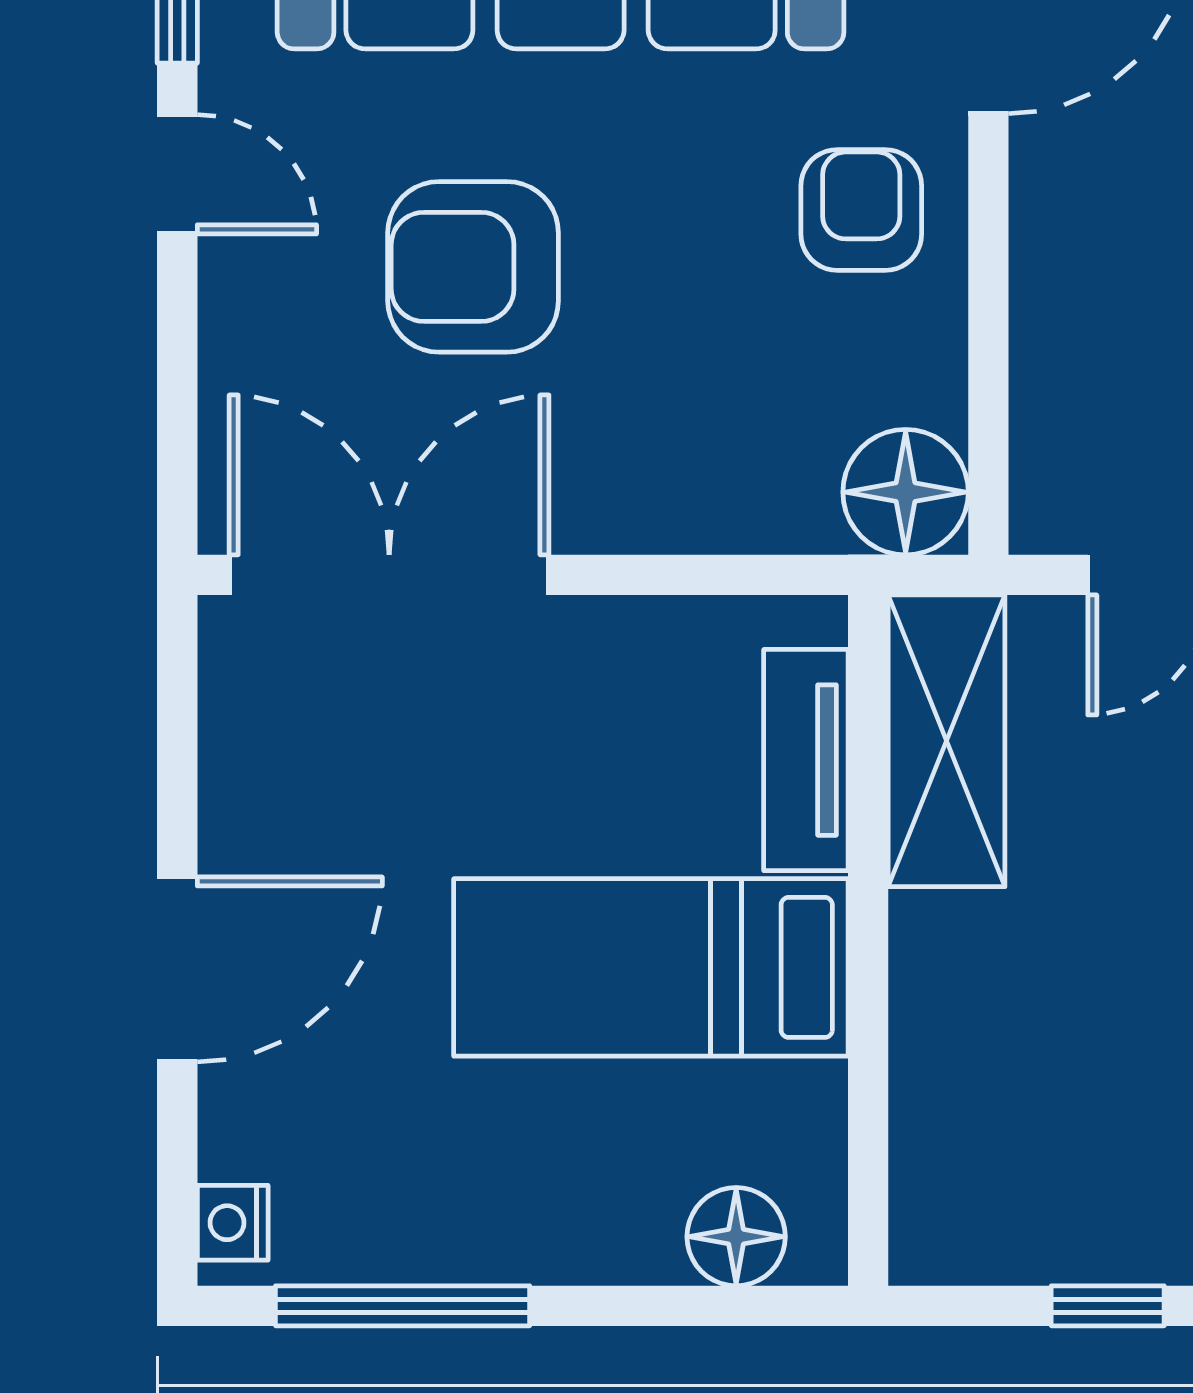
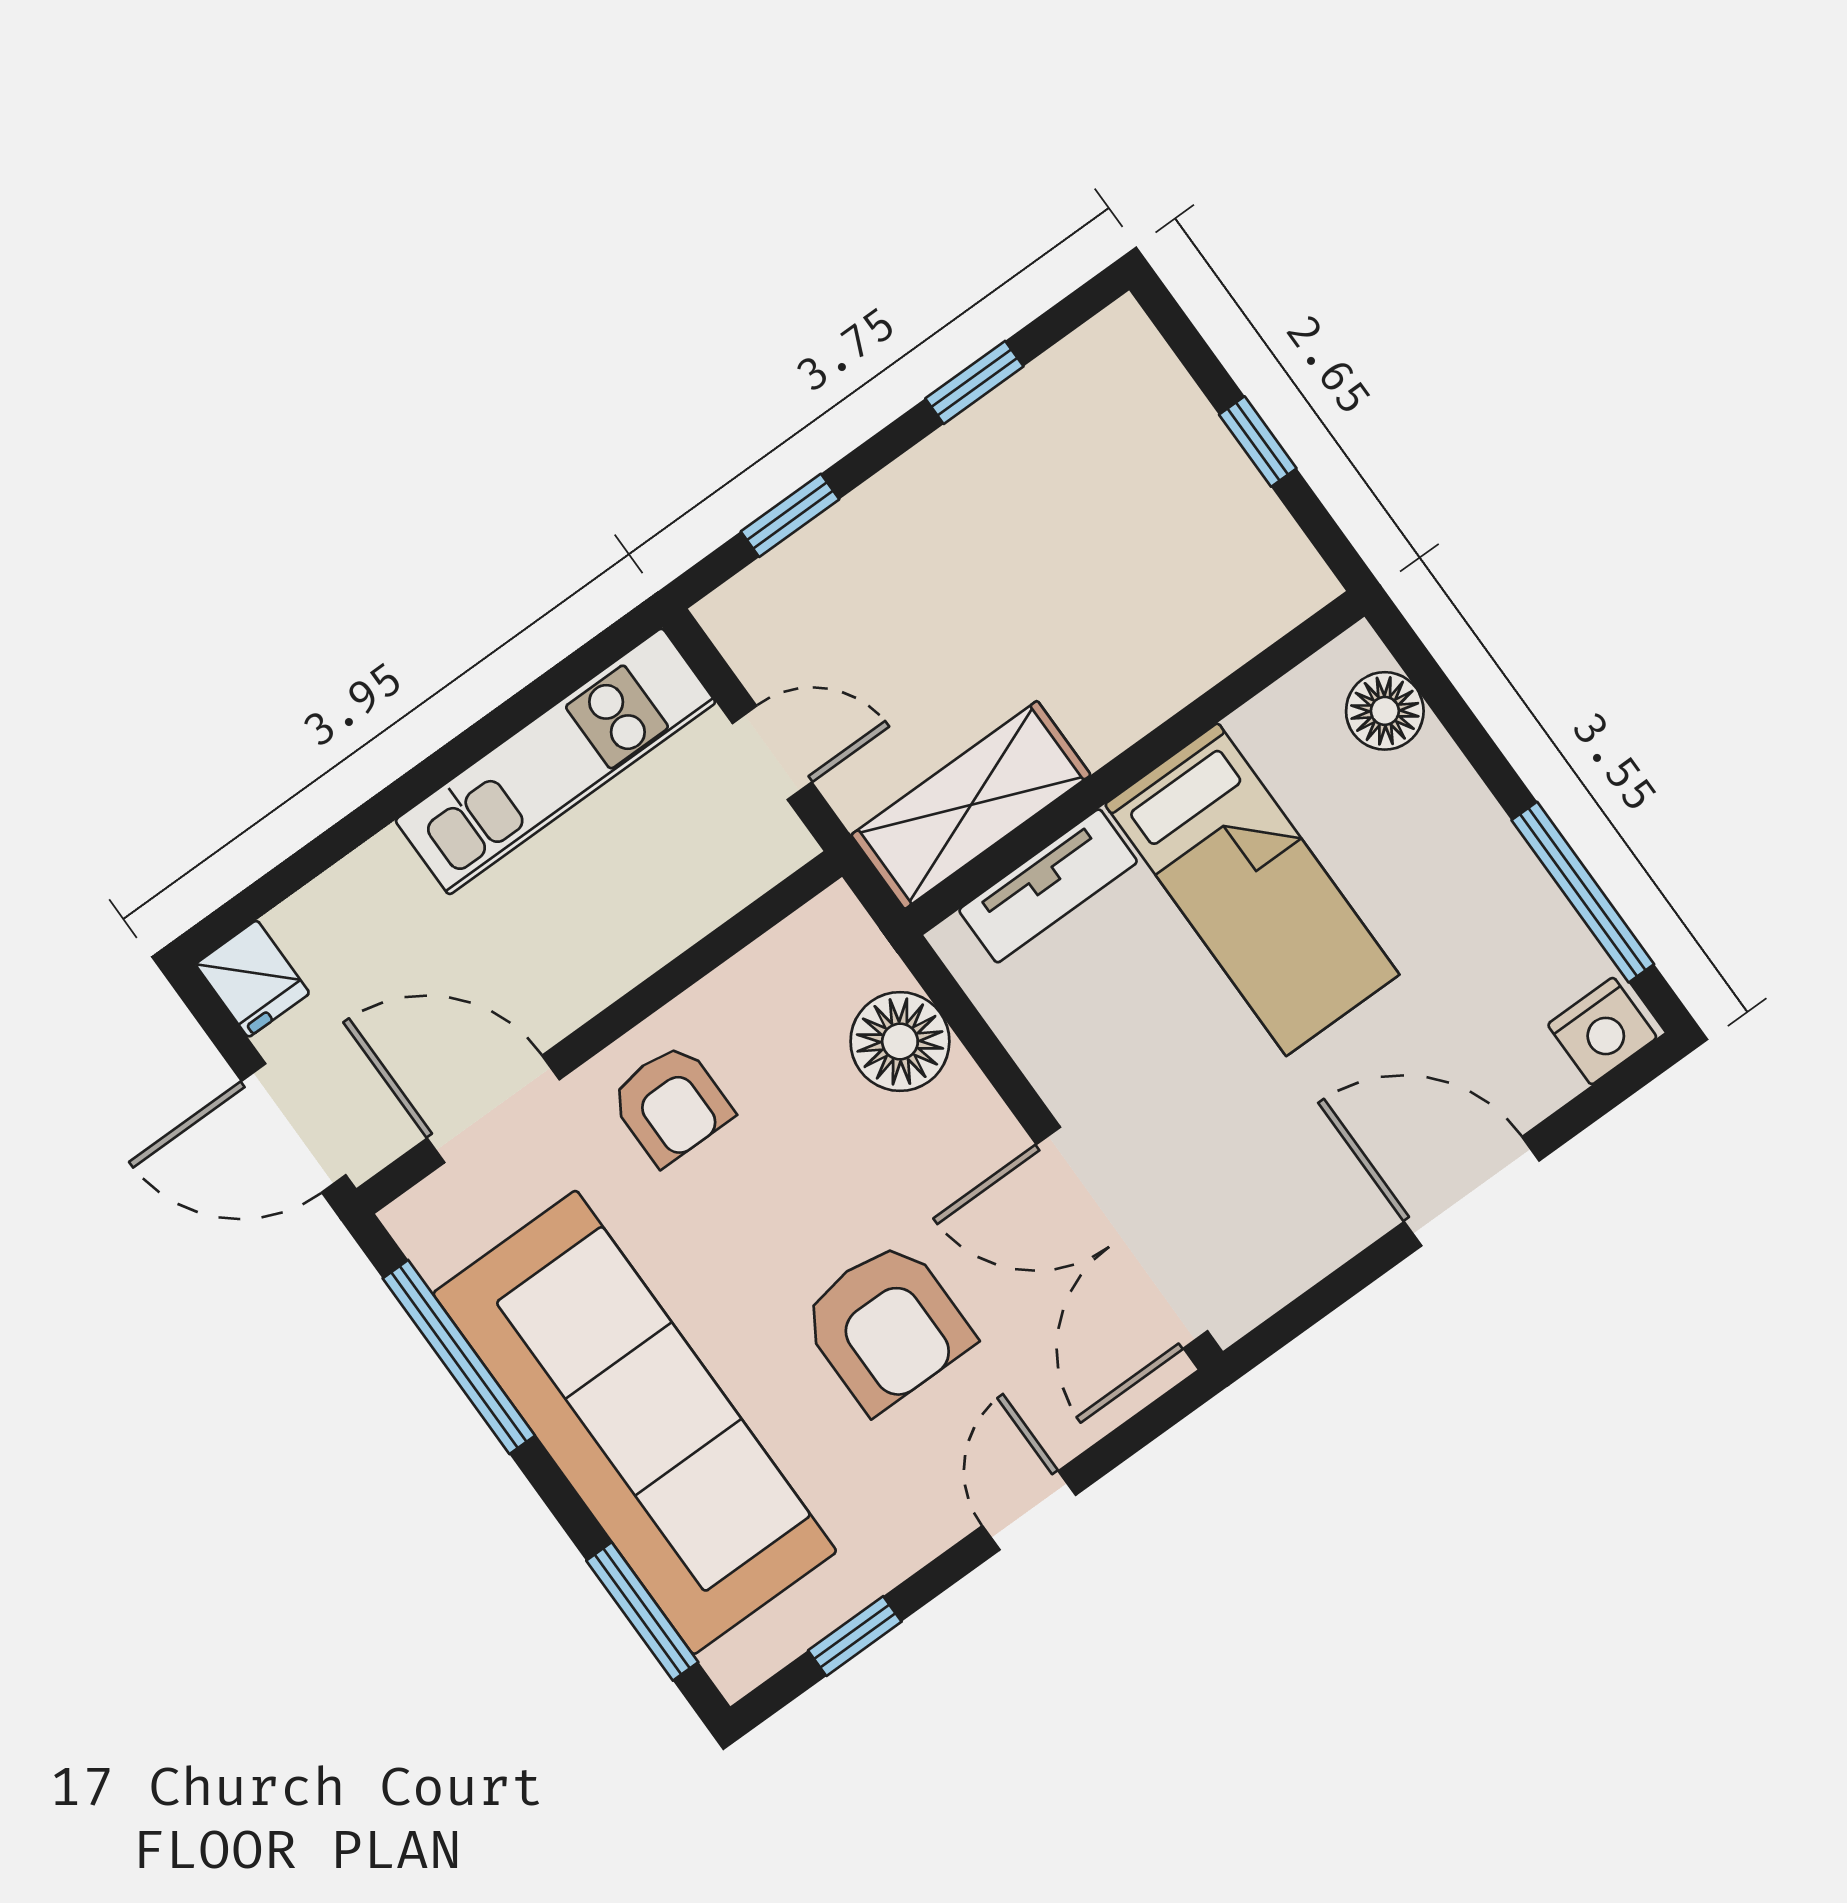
door: (177, 174) -> (1029, 1510), moved
armchair: (861, 210) -> (671, 1104), turned -90
floor lamp: (906, 492) -> (900, 1041), moved
nightstand: (233, 1223) -> (1602, 1031), width x1.39, depth x1.35

